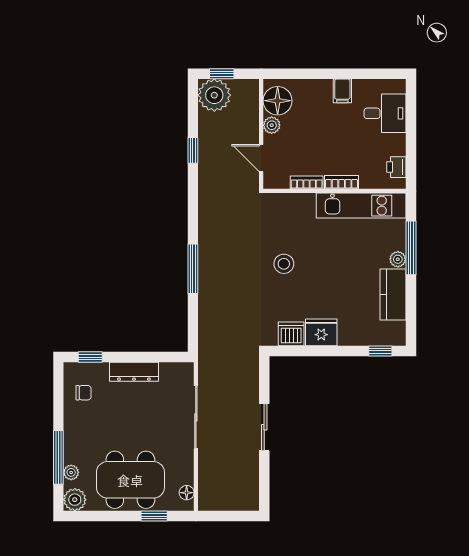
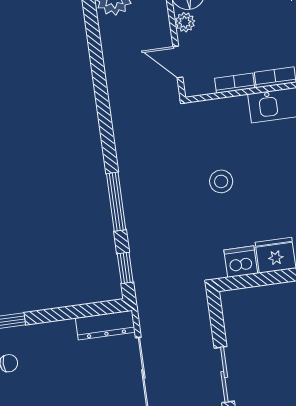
window: (193, 150) -> (125, 268), moved
dresser: (134, 372) -> (105, 325), moved

